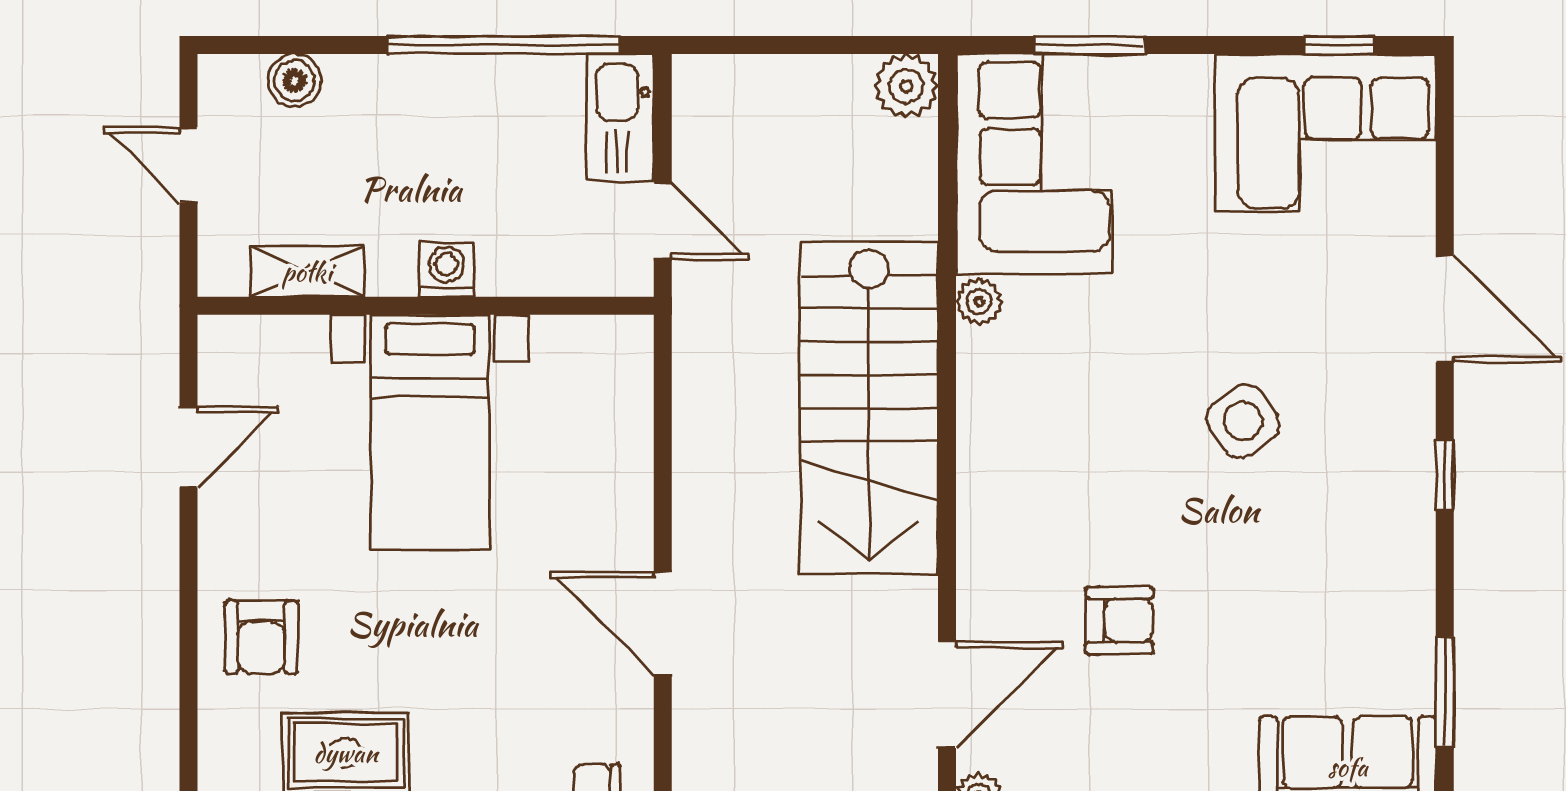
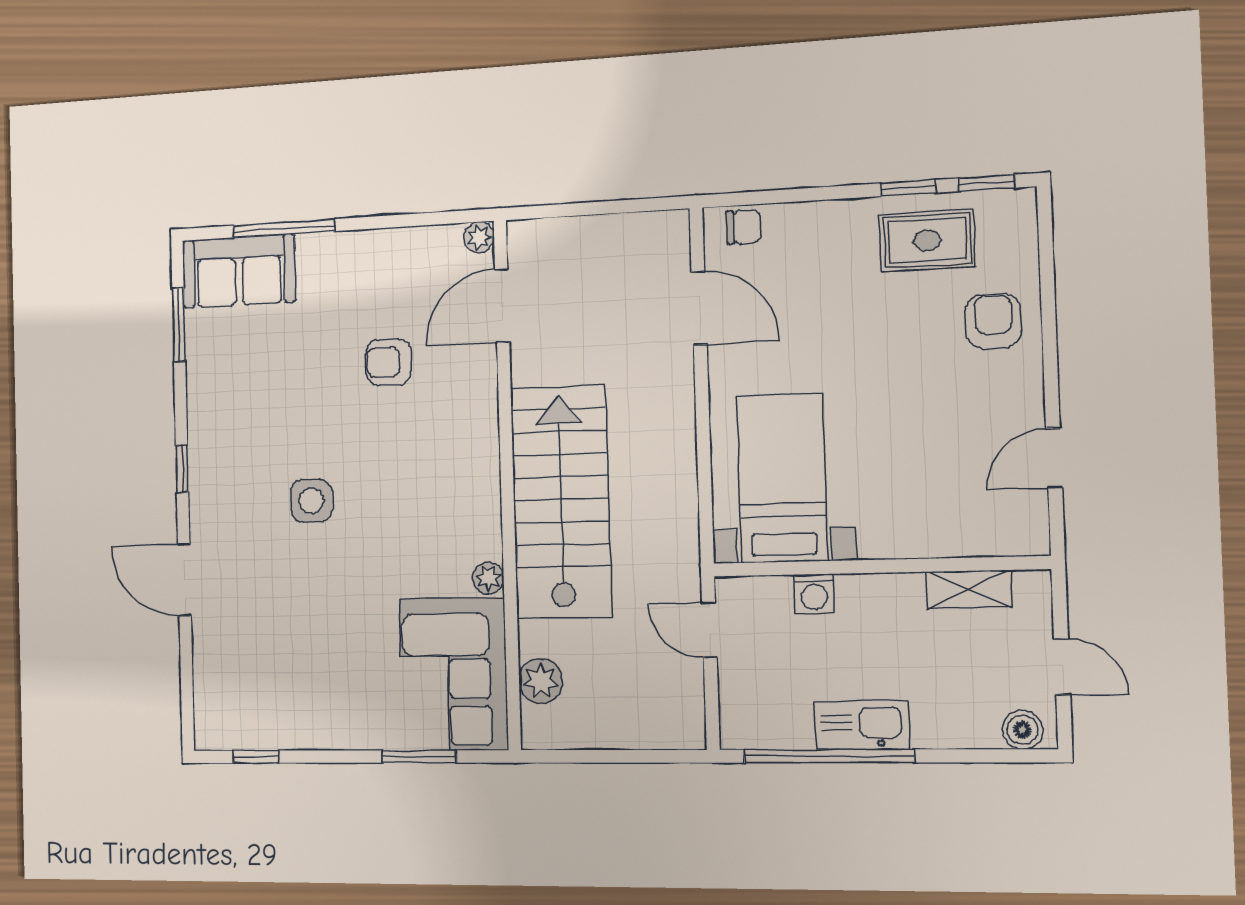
boiler: (295, 80) -> (1022, 730), moved
plant: (906, 86) -> (541, 681), moved
kitchen sink: (620, 118) -> (862, 725), moved, turned -90
corner sofa: (1326, 133) -> (263, 697), removed
washing machine: (446, 270) -> (814, 594), moved
side table: (1243, 421) -> (311, 501), turned 35
bed with nightstands: (430, 432) -> (782, 478), moved
door: (663, 623) -> (699, 308), moved

